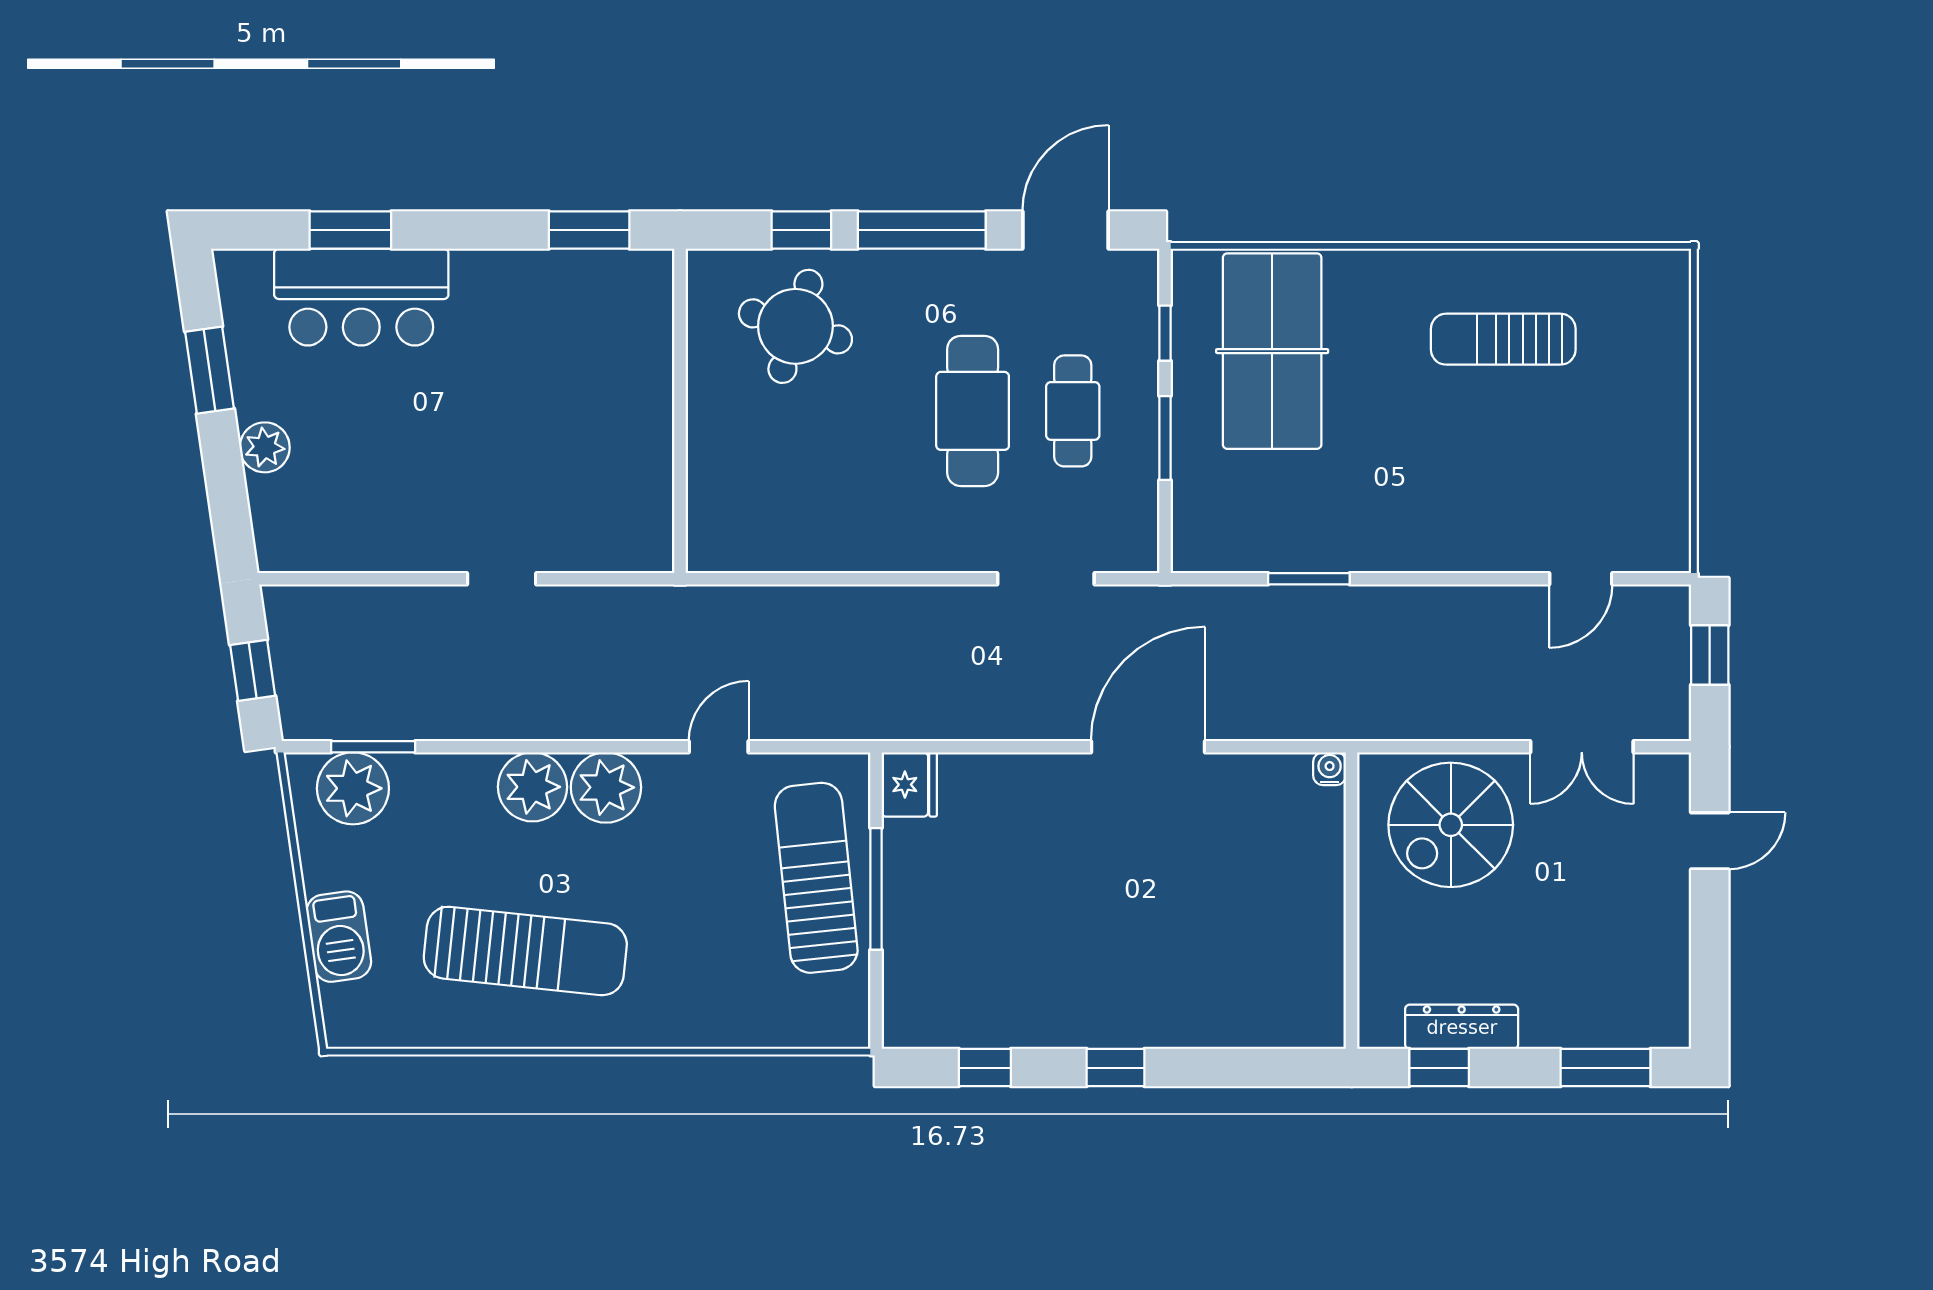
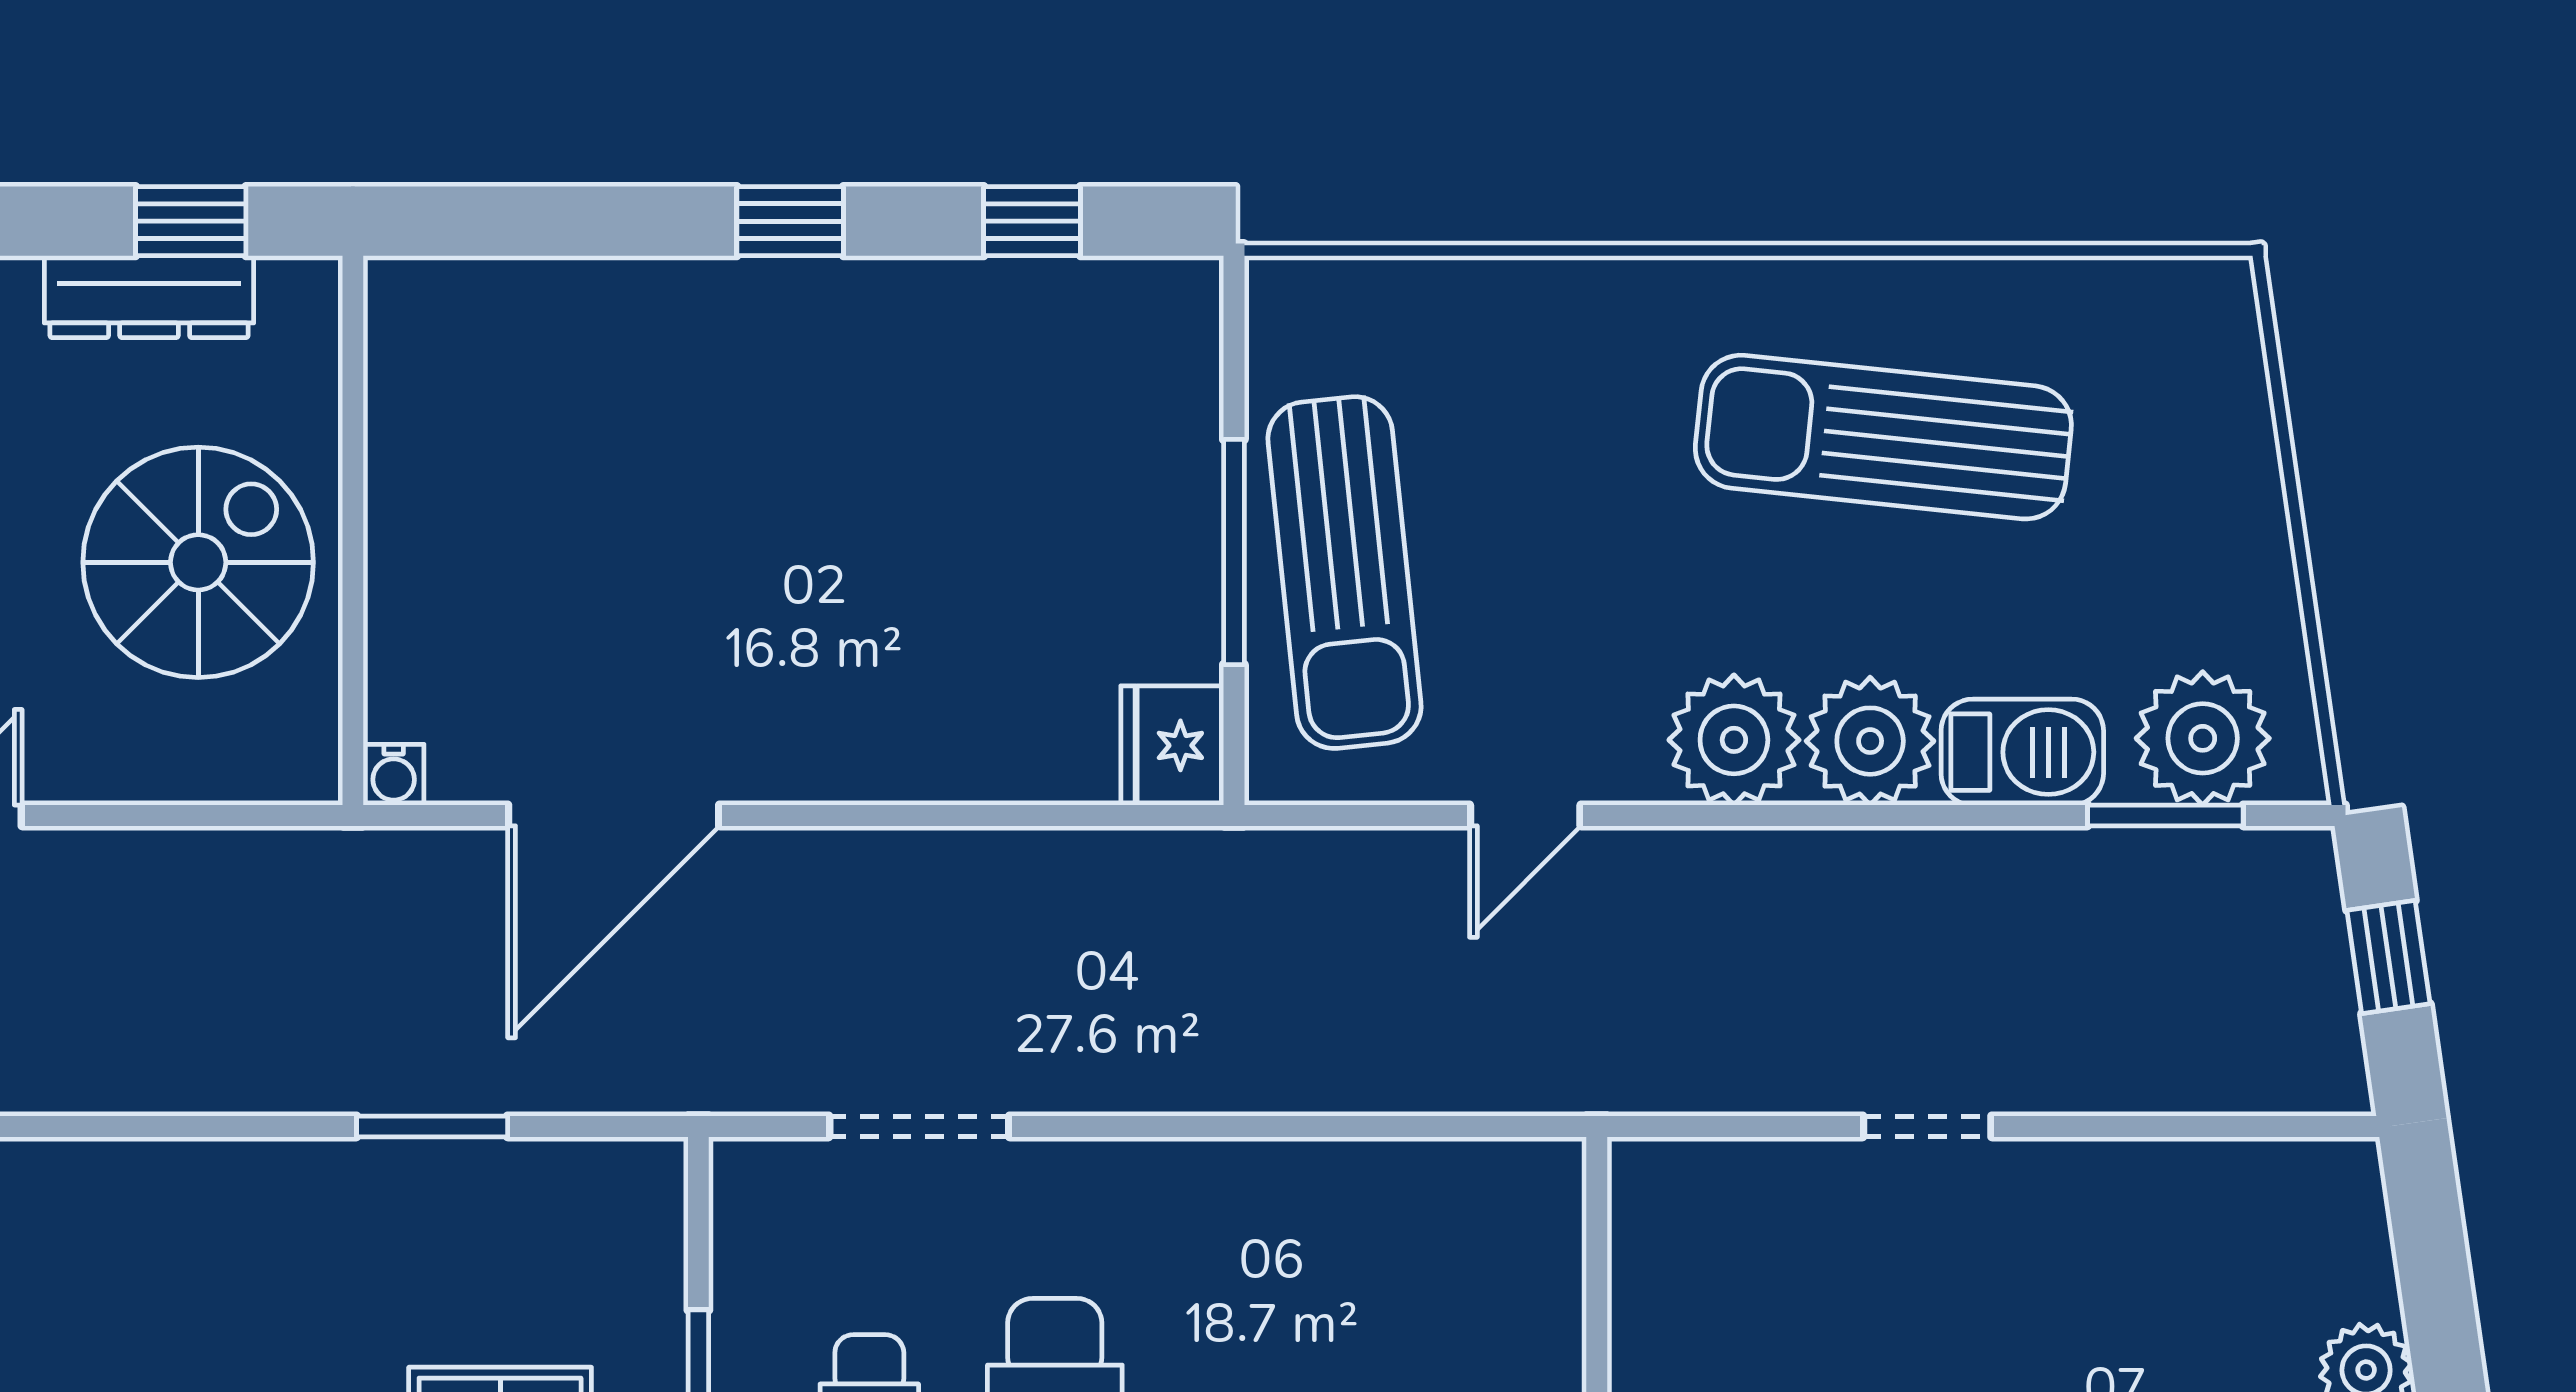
door: (1148, 747) -> (614, 815), moved
spiral stairs: (1451, 825) -> (198, 562), moved
barbecue: (339, 937) -> (2022, 752), moved, turned 98

